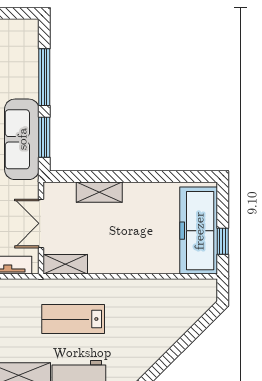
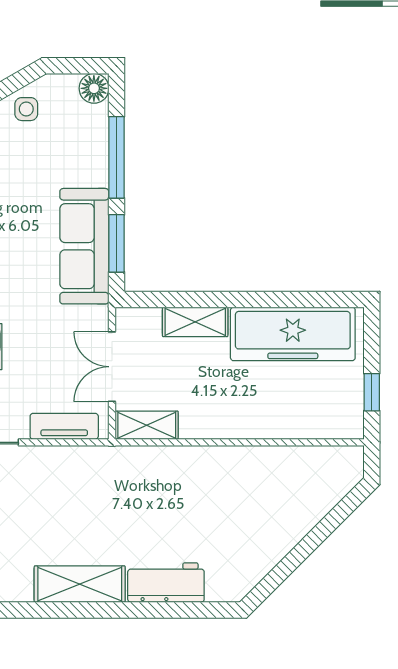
floor lamp: (29, 29) -> (94, 88), added
freezer: (199, 231) -> (293, 334), moved, turned -90
lab bench: (73, 319) -> (158, 503), removed

